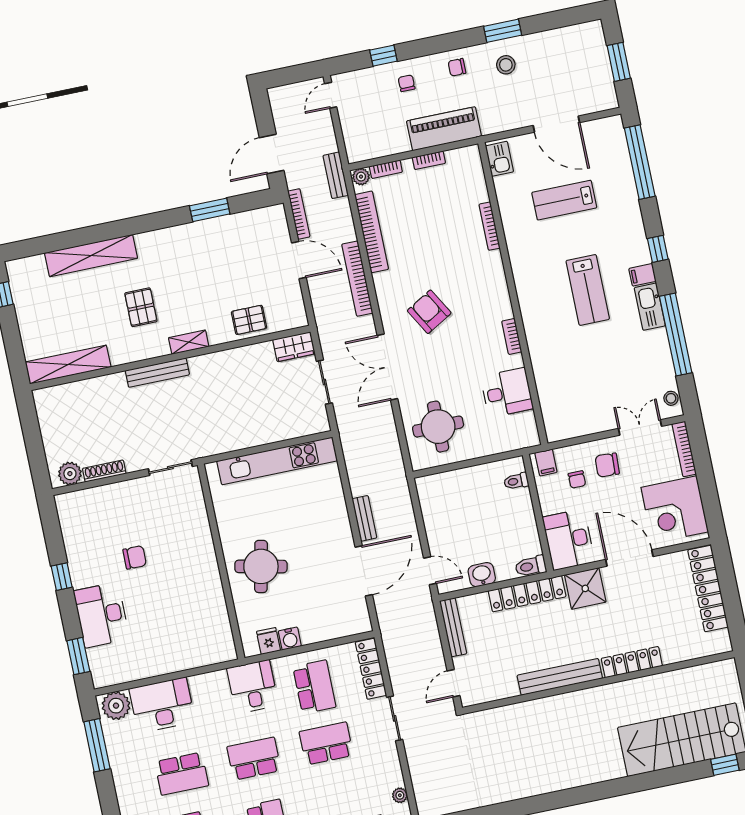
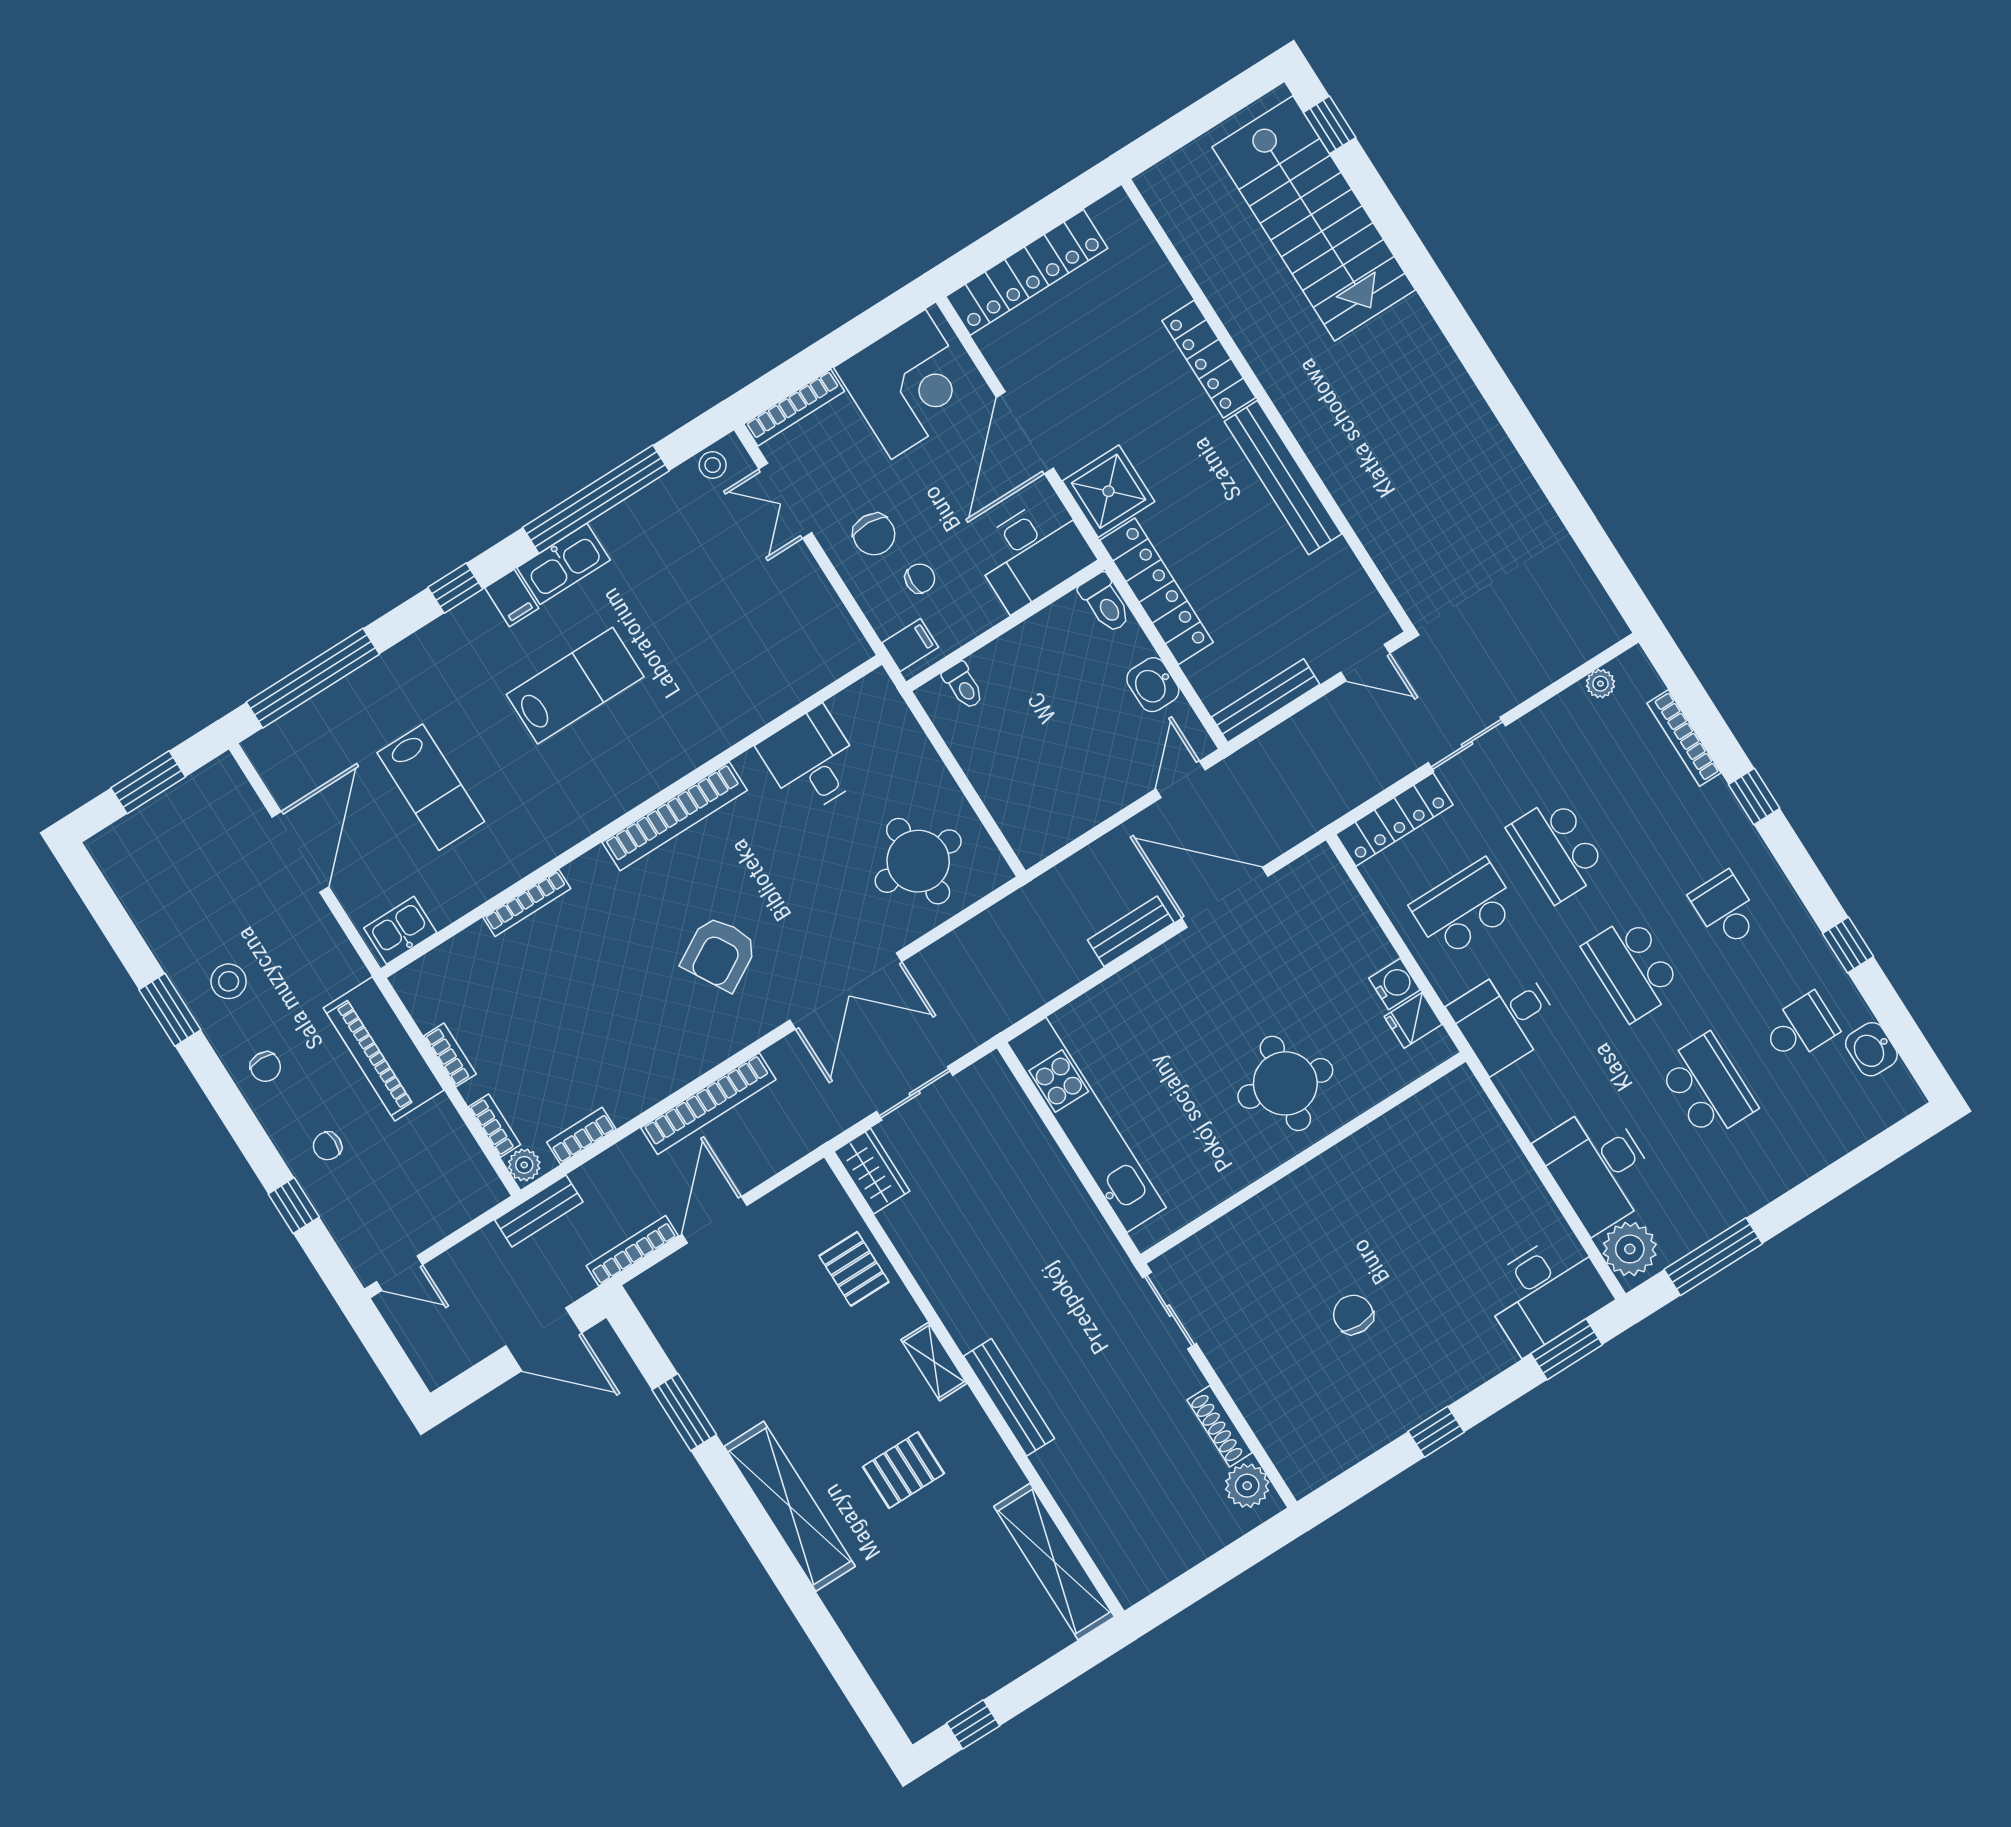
bookcase: (372, 232) -> (581, 1136), width x0.43, depth x0.76
shelving: (91, 256) -> (790, 1506), moved
bookcase: (512, 336) -> (675, 816), width x2.31, depth x1.31
desk: (101, 615) -> (1546, 1292), moved

